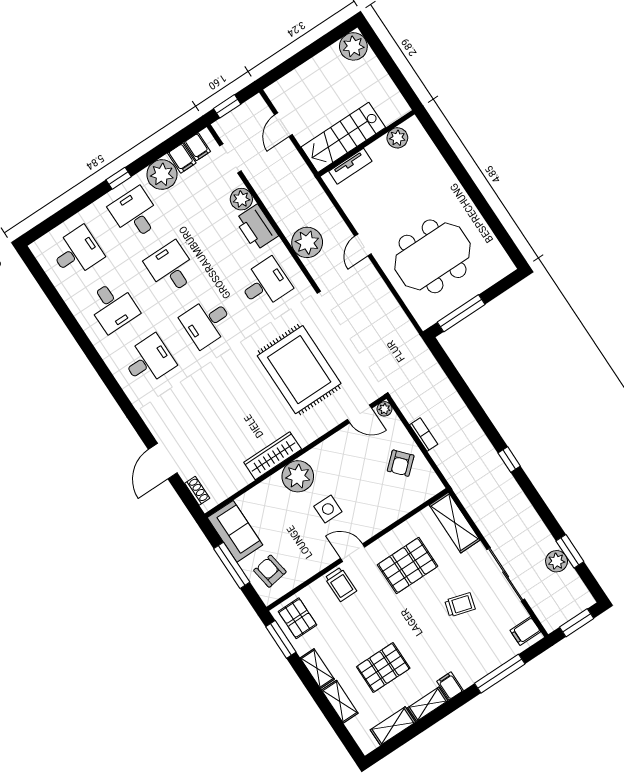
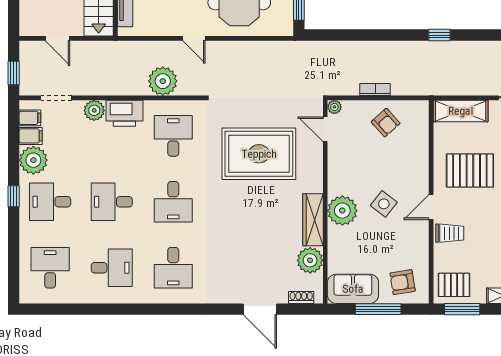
desk: (149, 361) -> (173, 268), turned 180
door: (359, 414) -> (325, 129), swing flipped
plant: (235, 477) -> (310, 260), added
side table: (328, 509) -> (384, 204), turned 38
pallet: (408, 565) -> (470, 171), turned 90

